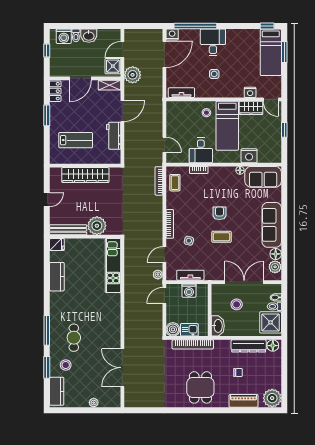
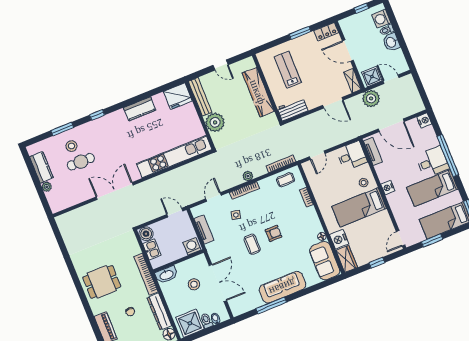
window: (195, 26) -> (448, 156), moved
bed: (237, 52) -> (432, 188), added
window: (284, 52) -> (432, 240), moved
door: (164, 54) -> (391, 125), moved
side table: (214, 74) -> (403, 175), removed
nightstand: (250, 92) -> (388, 187), moved
wardrobe: (251, 108) -> (347, 259), moved, turned 180
workbench: (114, 136) -> (293, 109), moved
lab bench: (76, 140) -> (288, 70), turned 180
desk: (201, 150) -> (352, 156), moved, turned 180
window: (284, 242) -> (271, 305), added
fridge: (57, 245) -> (178, 96), width x1.88, depth x1.34
door: (164, 254) -> (214, 197), hinge flipped
floor lamp: (276, 254) -> (256, 302), removed
kitchen unit: (113, 266) -> (174, 157), width x1.36
plant: (275, 267) -> (244, 306), removed
plant: (158, 275) -> (248, 176), moved
kitchen counter: (57, 277) -> (140, 109), moved
washing machine: (189, 291) -> (192, 246), moved, turned 90
window: (47, 330) -> (97, 115), width x0.46
cafe table: (74, 338) -> (81, 162), moved
bookcase: (193, 344) -> (146, 274), moved
double door: (122, 368) -> (115, 191), moved
kitchen counter: (57, 391) -> (41, 167), moved, turned -90

